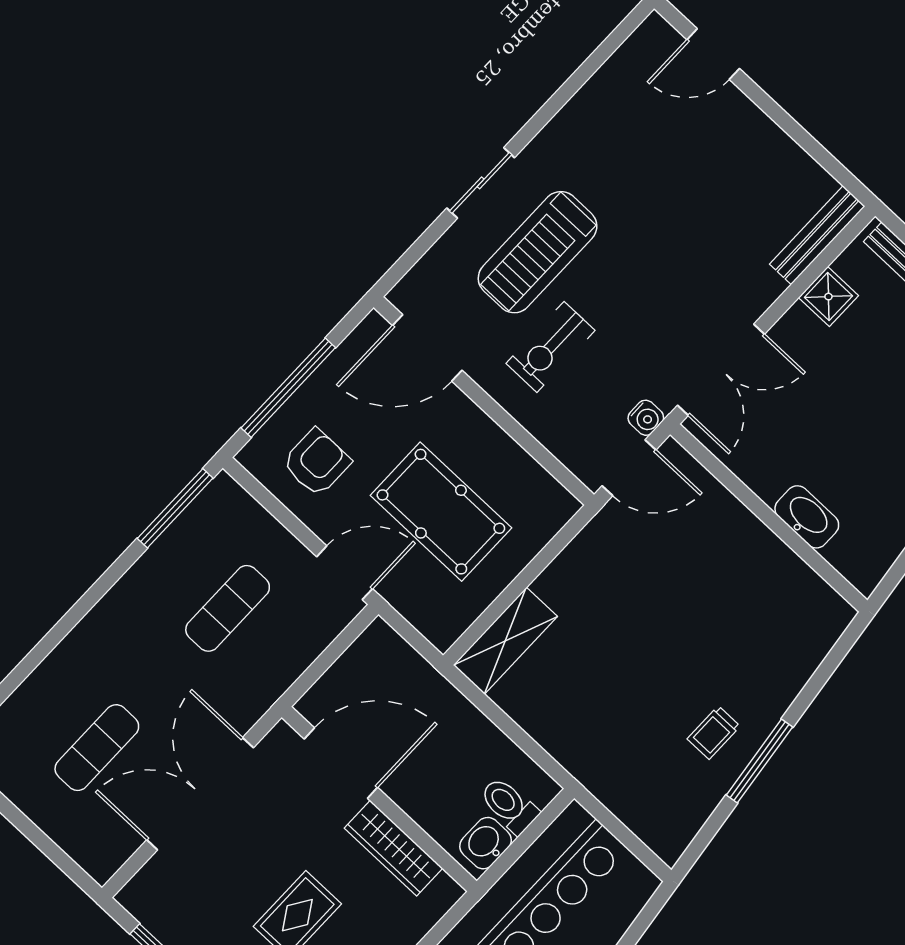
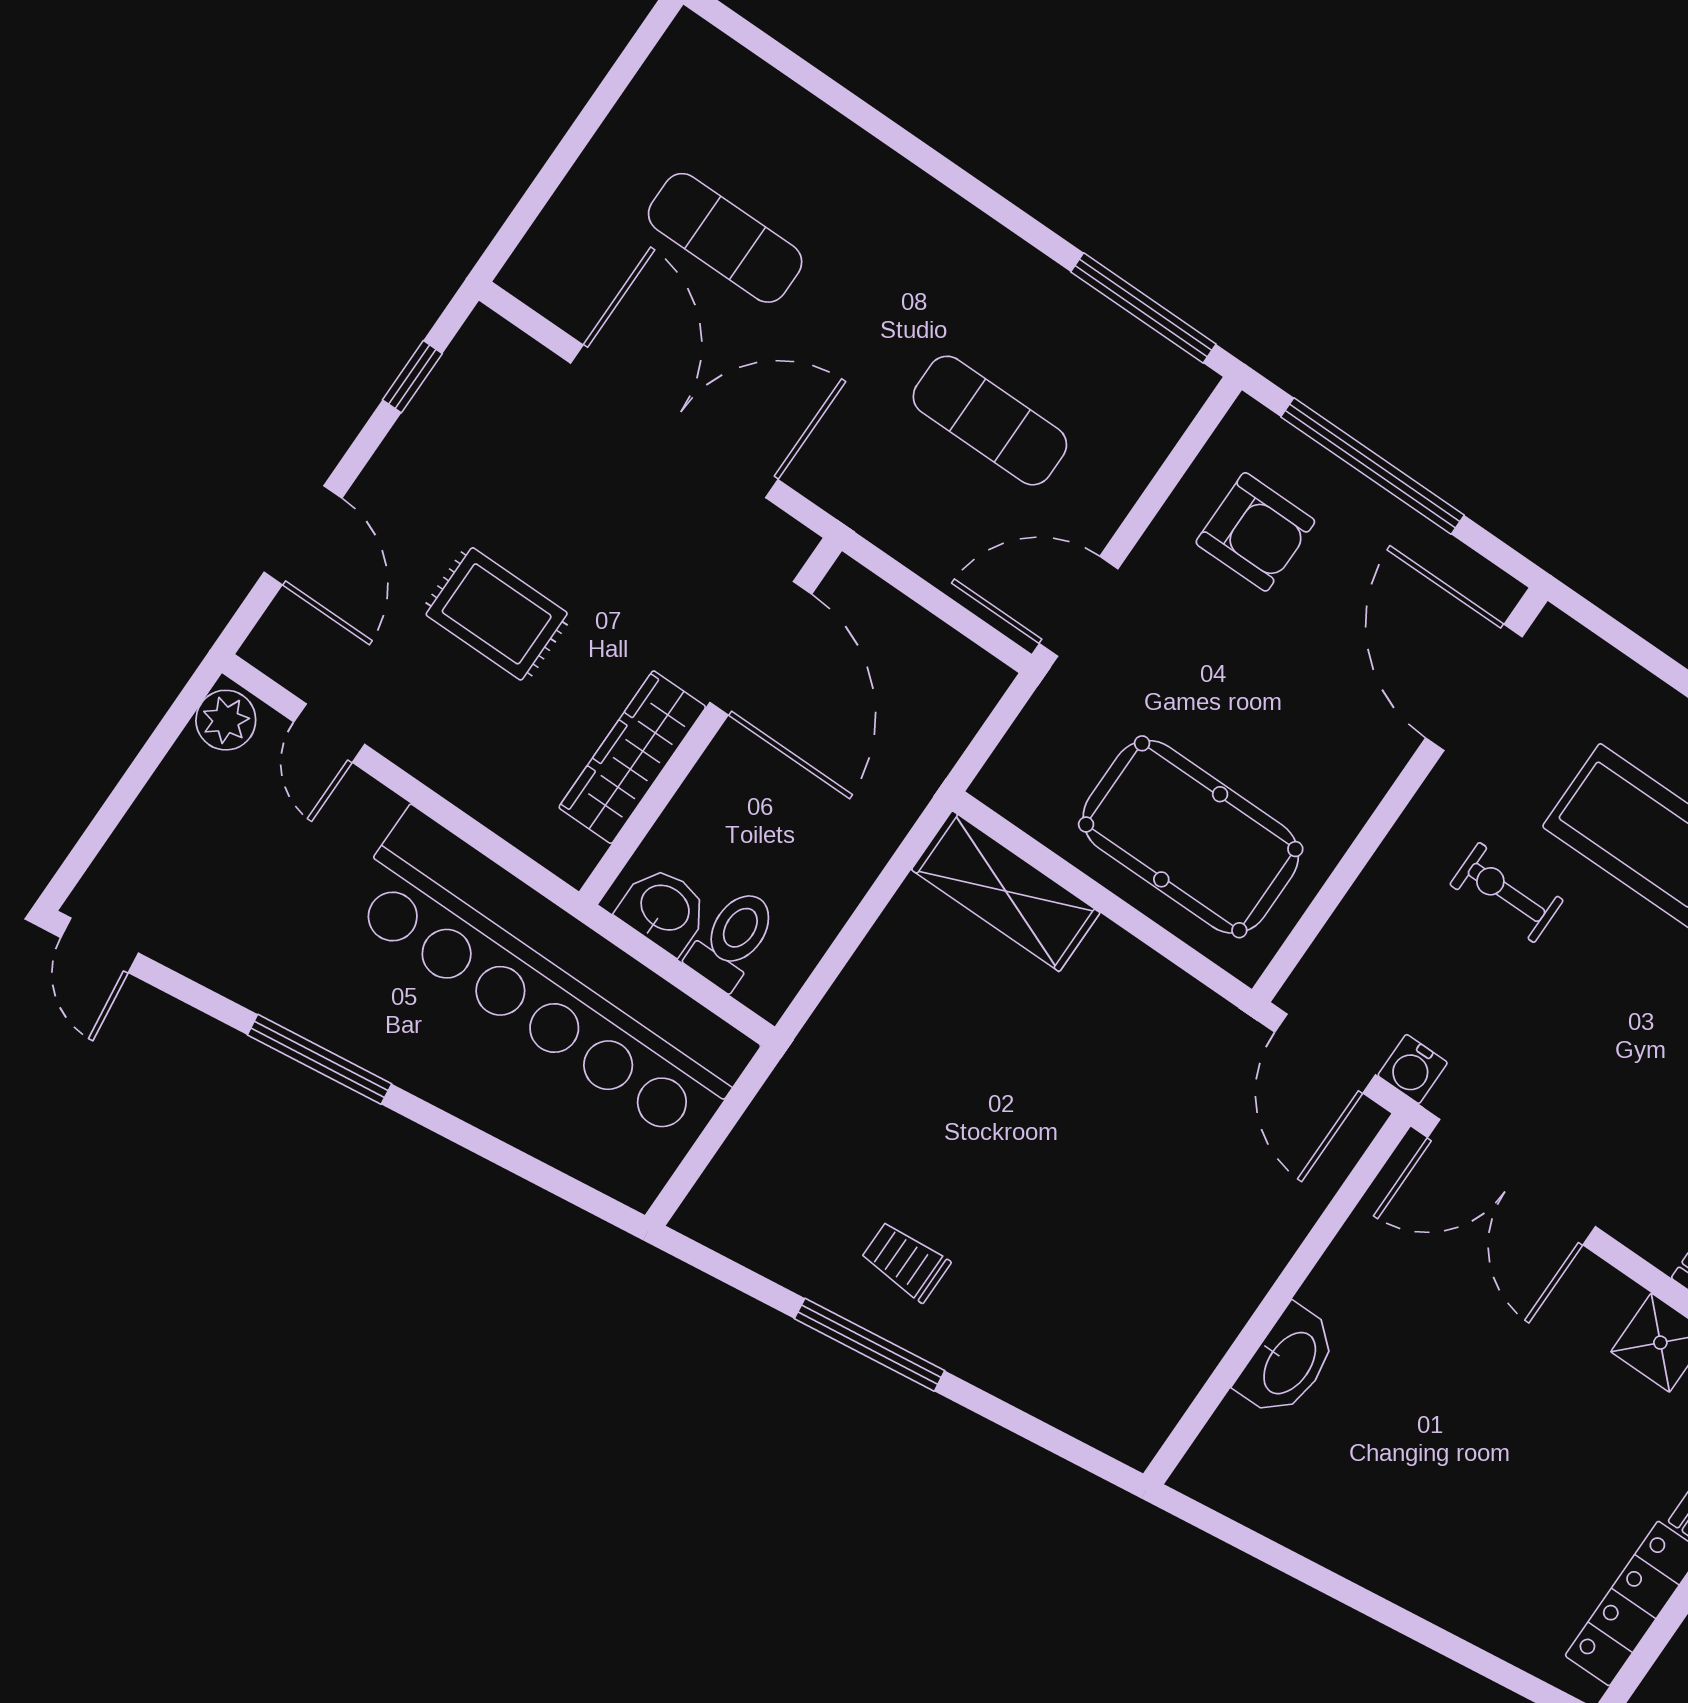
exercise bike: (550, 347) -> (1507, 892), width x0.73, depth x0.72
pool table: (441, 512) -> (1191, 837), moved, turned 90
door: (345, 573) -> (1079, 606), swing flipped

